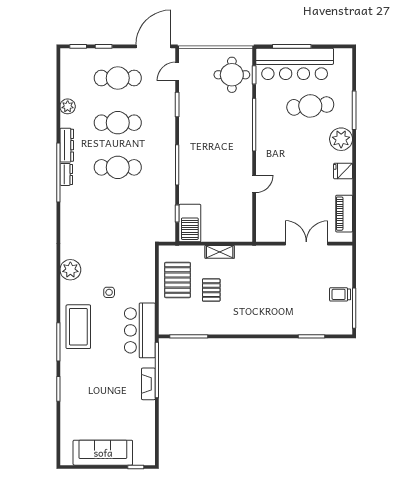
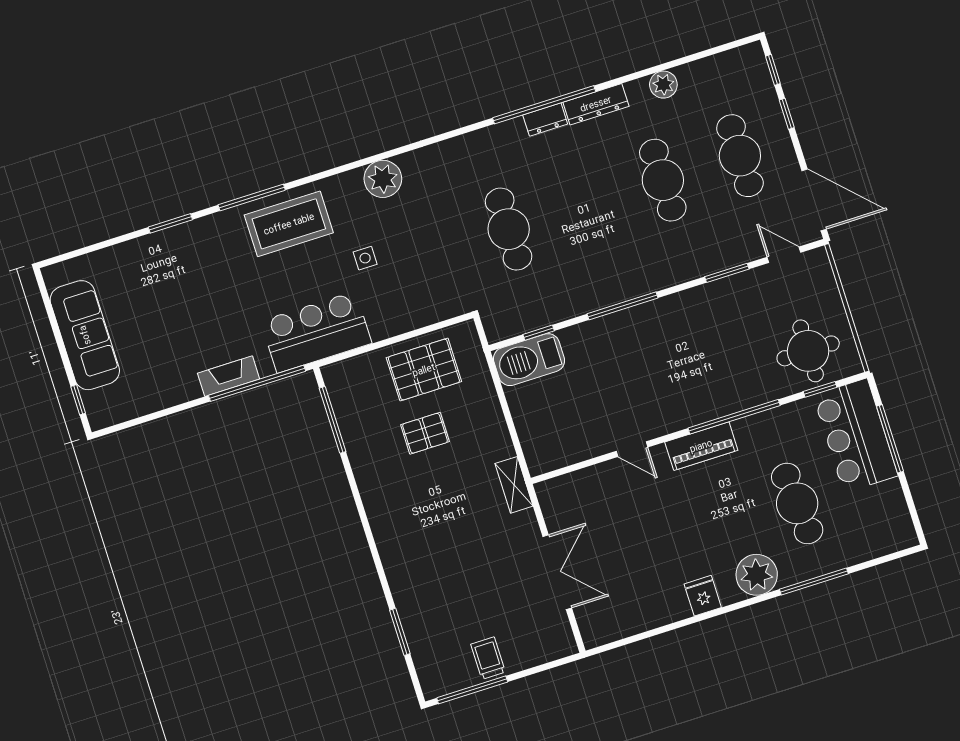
bar counter: (295, 64) -> (856, 435), width x0.73
cafe table: (118, 167) -> (509, 229), moved
piano: (344, 214) -> (701, 446), moved, turned 180
shelving: (220, 252) -> (514, 485), moved

